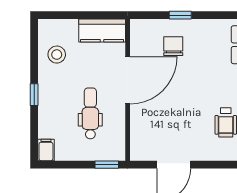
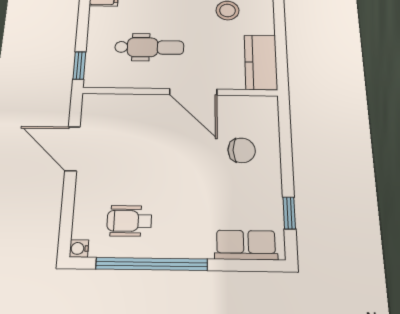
window: (180, 15) -> (289, 213), moved
door: (128, 80) -> (193, 92), width x0.73

